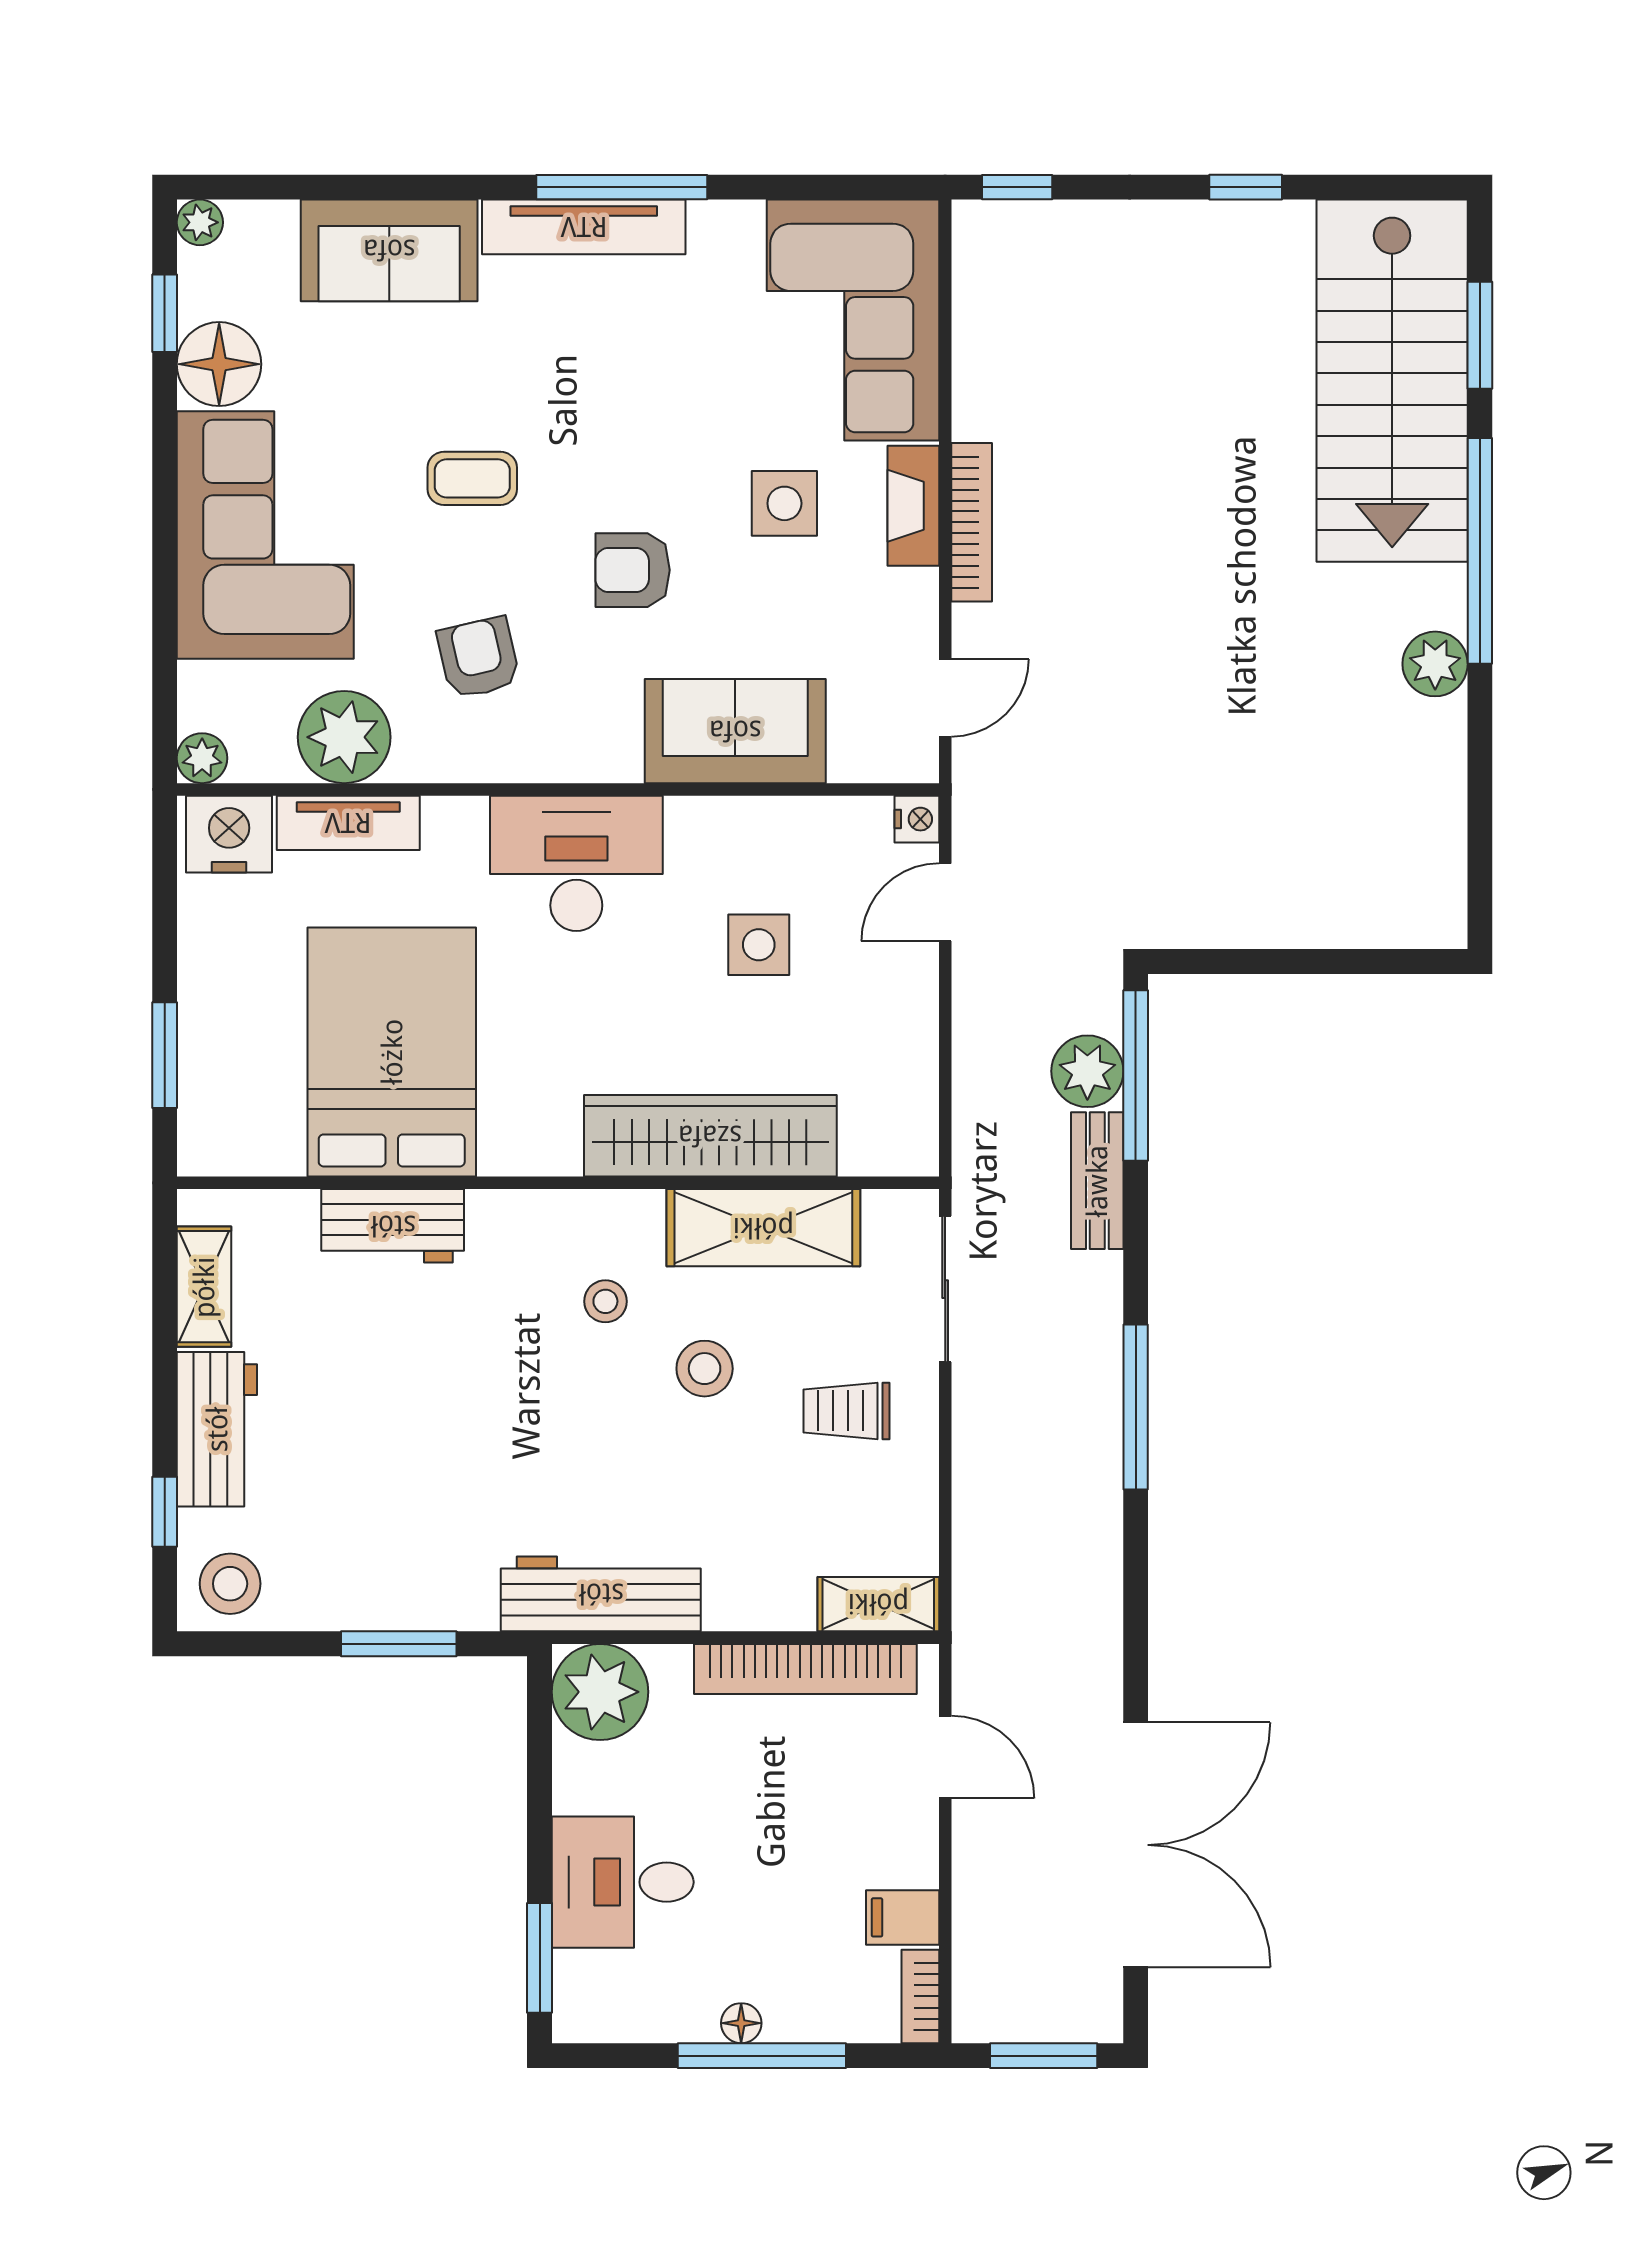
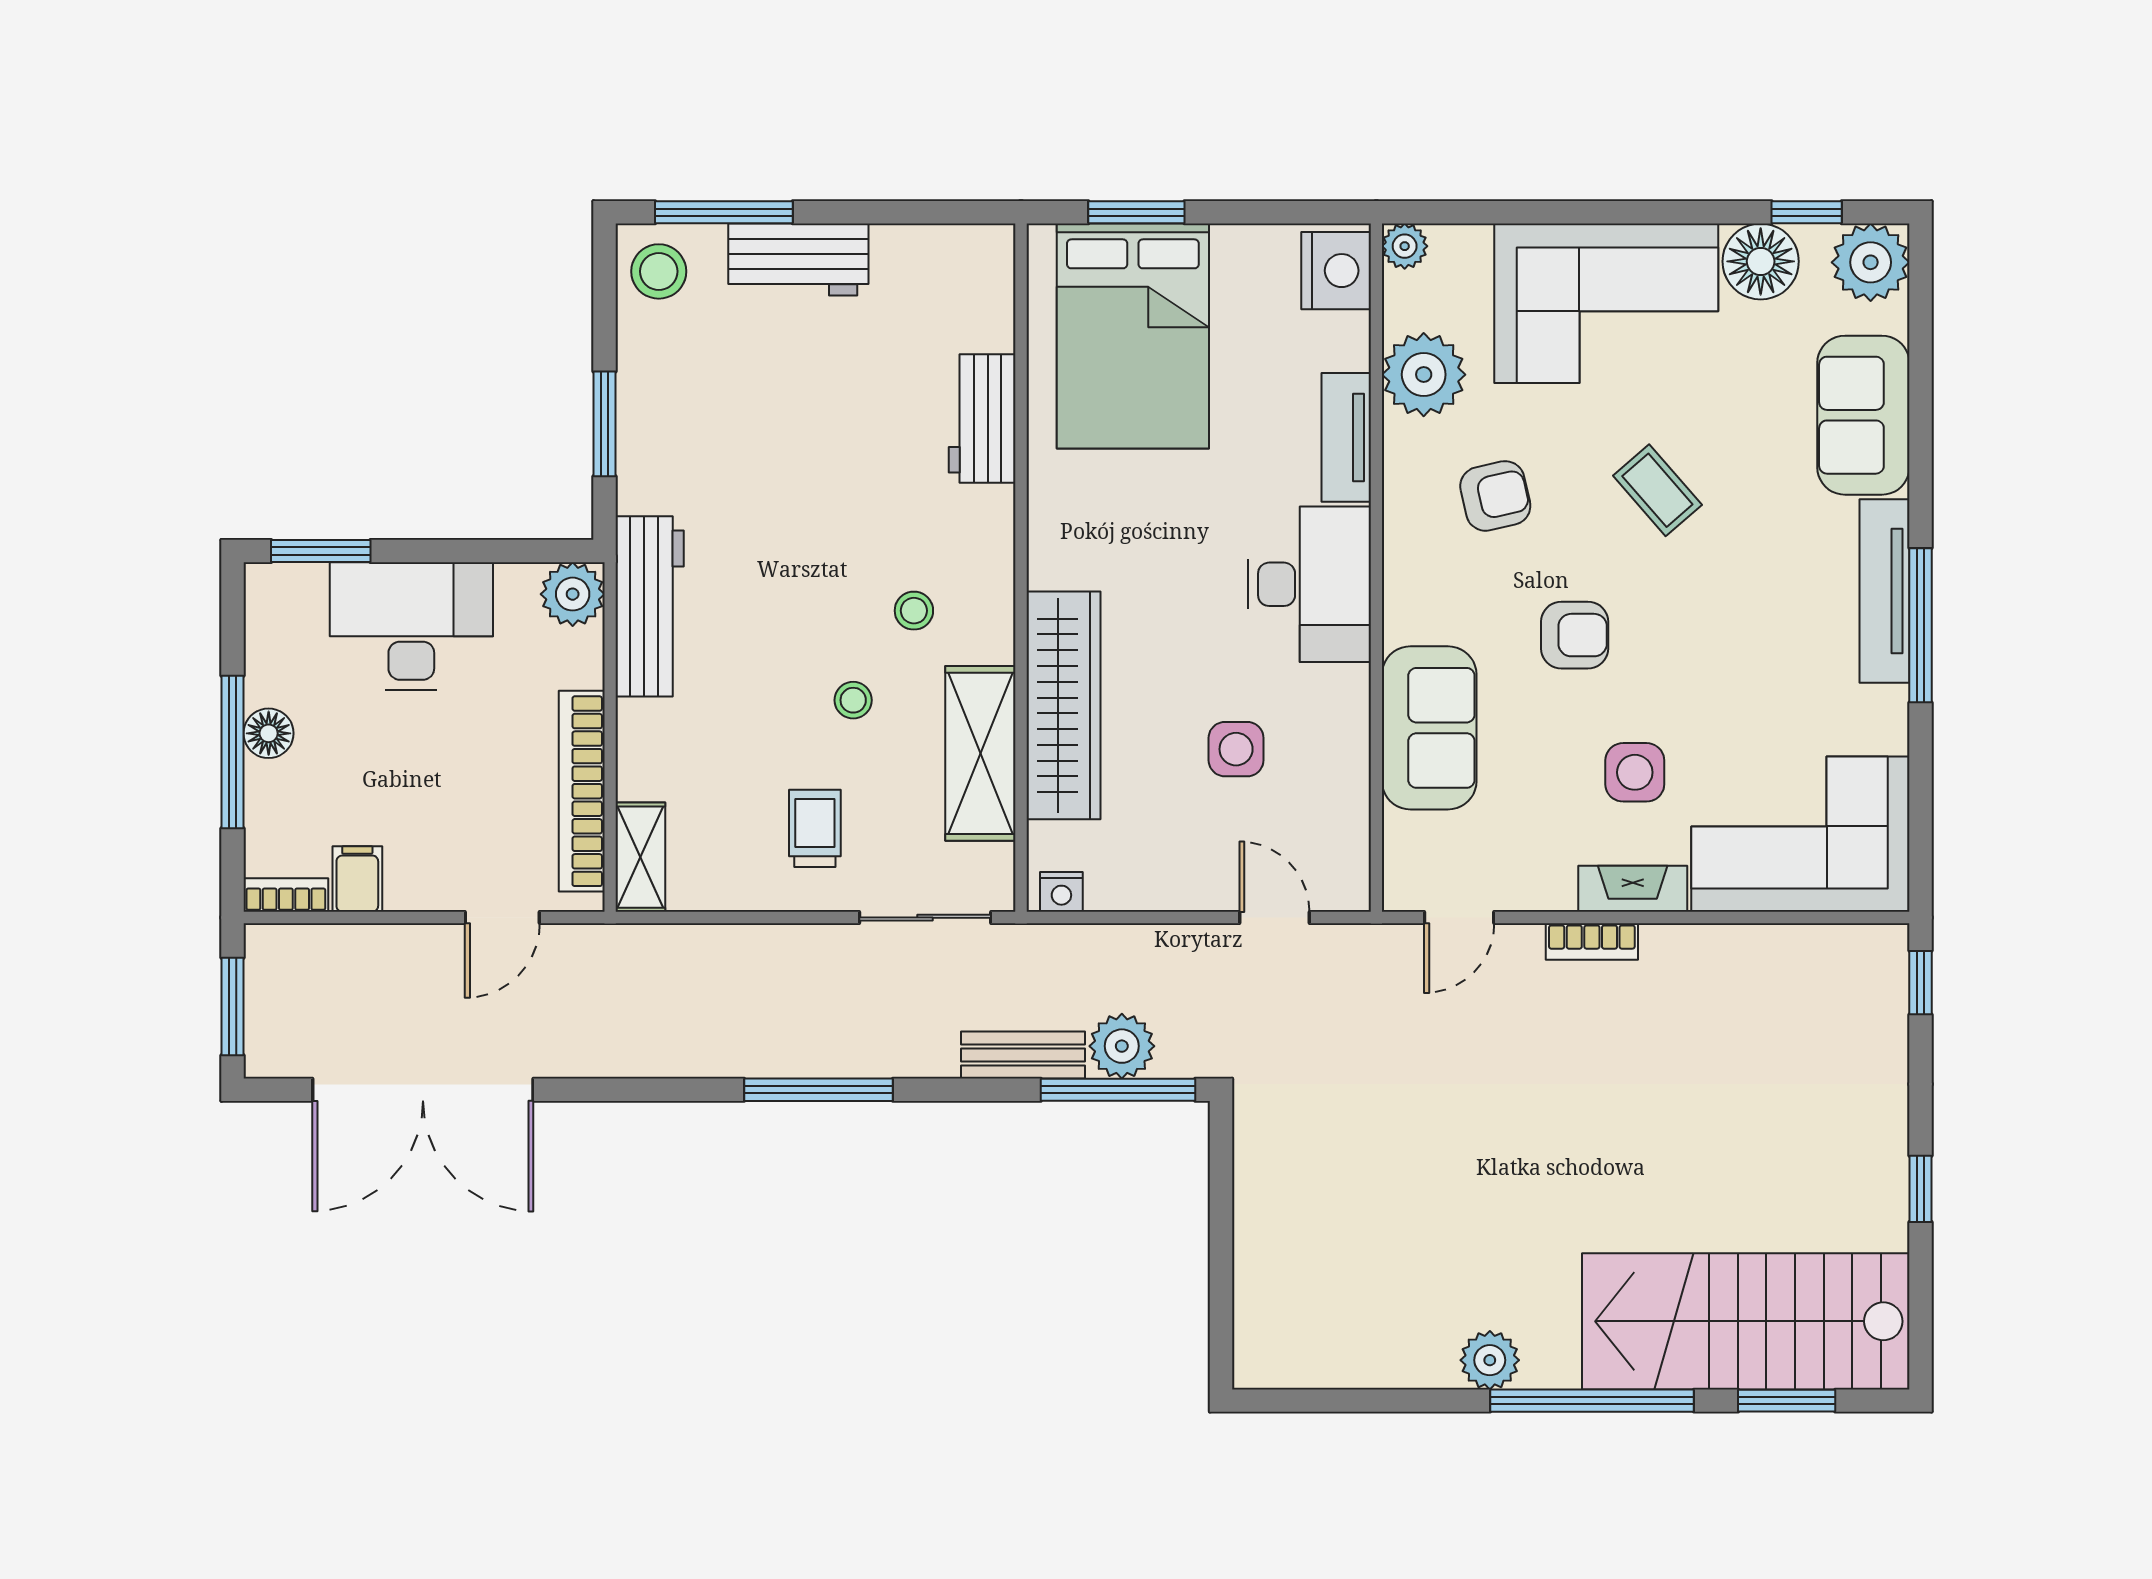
plant: (200, 222) -> (1871, 262), width x1.88, depth x1.88
coffee table: (472, 478) -> (1657, 490), turned -41
bookcase: (972, 522) -> (1592, 941), width x0.64
armchair: (633, 570) -> (1575, 635), turned 90
door: (945, 698) -> (1459, 918), hinge flipped
nightstand: (917, 819) -> (1061, 892), moved
tv unit: (348, 823) -> (1346, 437), moved
bed: (392, 1052) -> (1133, 336), moved, turned 90
shelving: (204, 1287) -> (927, 248), removed
stool: (705, 1369) -> (853, 700), width x0.73, depth x0.73
window: (165, 1512) -> (724, 212), width x2.17
plant: (600, 1692) -> (573, 594), width x0.73, depth x0.73
desk: (623, 1882) -> (411, 626), width x1.37
floor lamp: (741, 2023) -> (269, 733), width x1.37, depth x1.37

